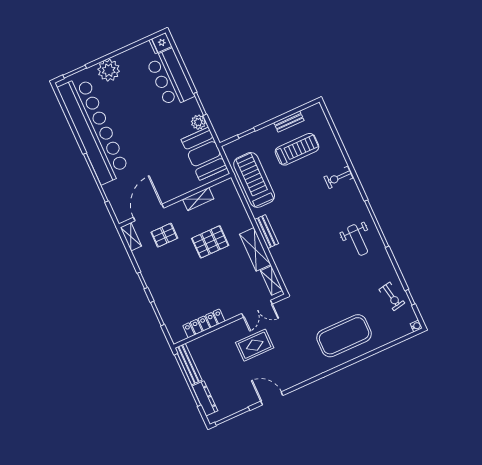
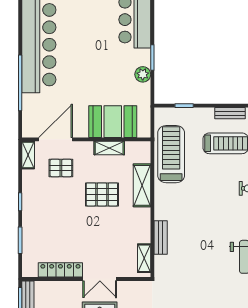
booth: (204, 154) -> (113, 122), moved, turned 90
bench: (266, 232) -> (161, 237), moved
shelving: (255, 249) -> (142, 185), moved
double door: (257, 309) -> (100, 279), moved

